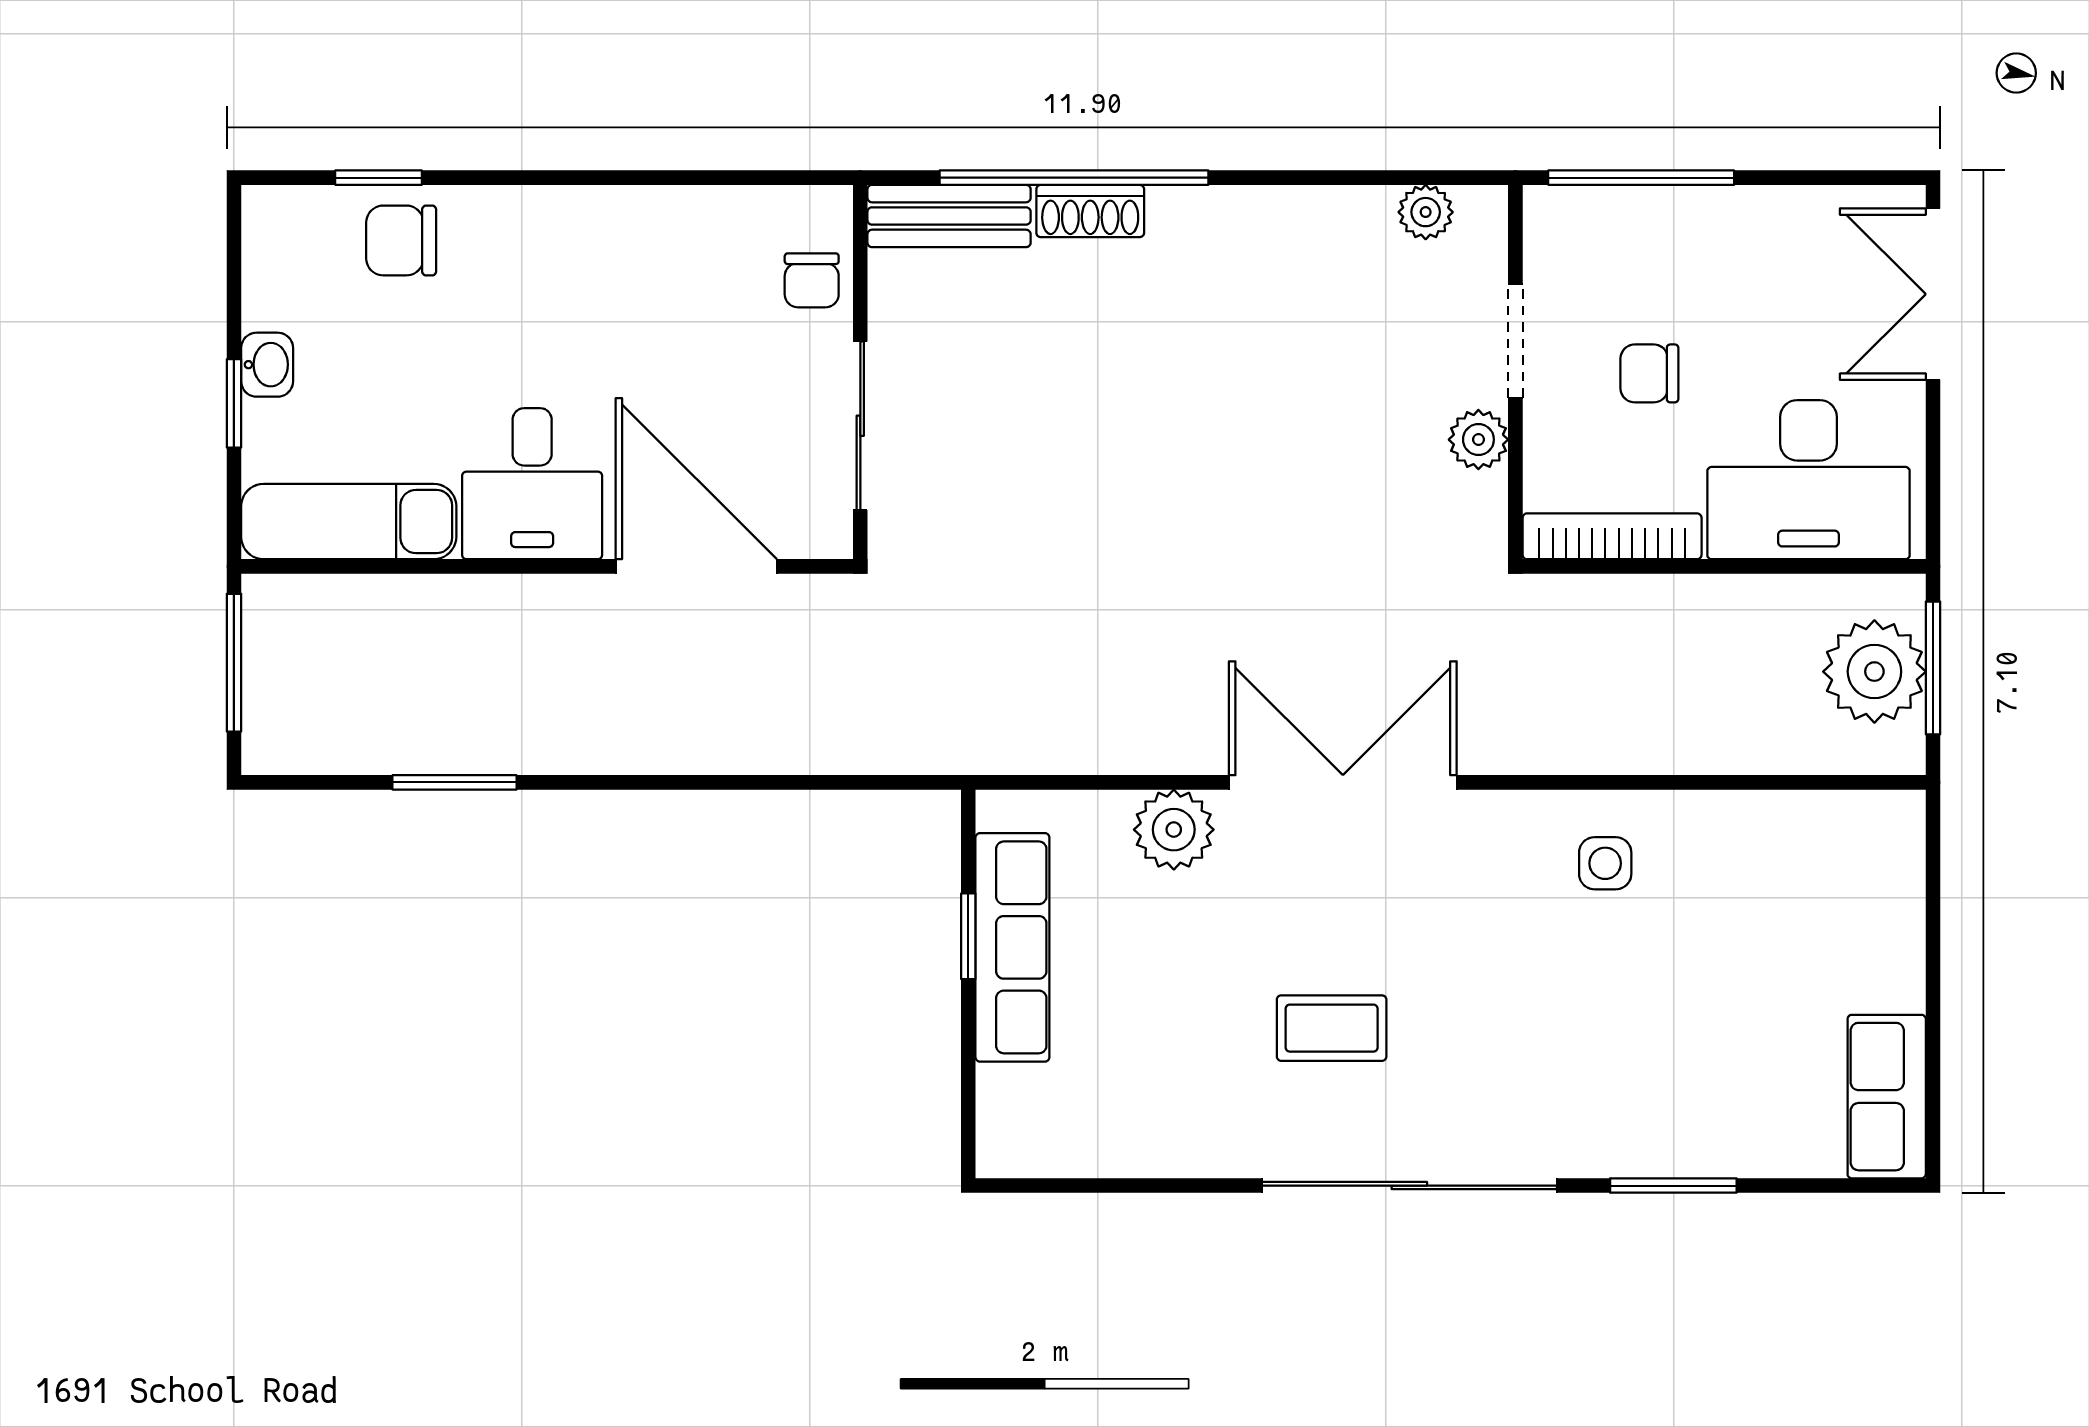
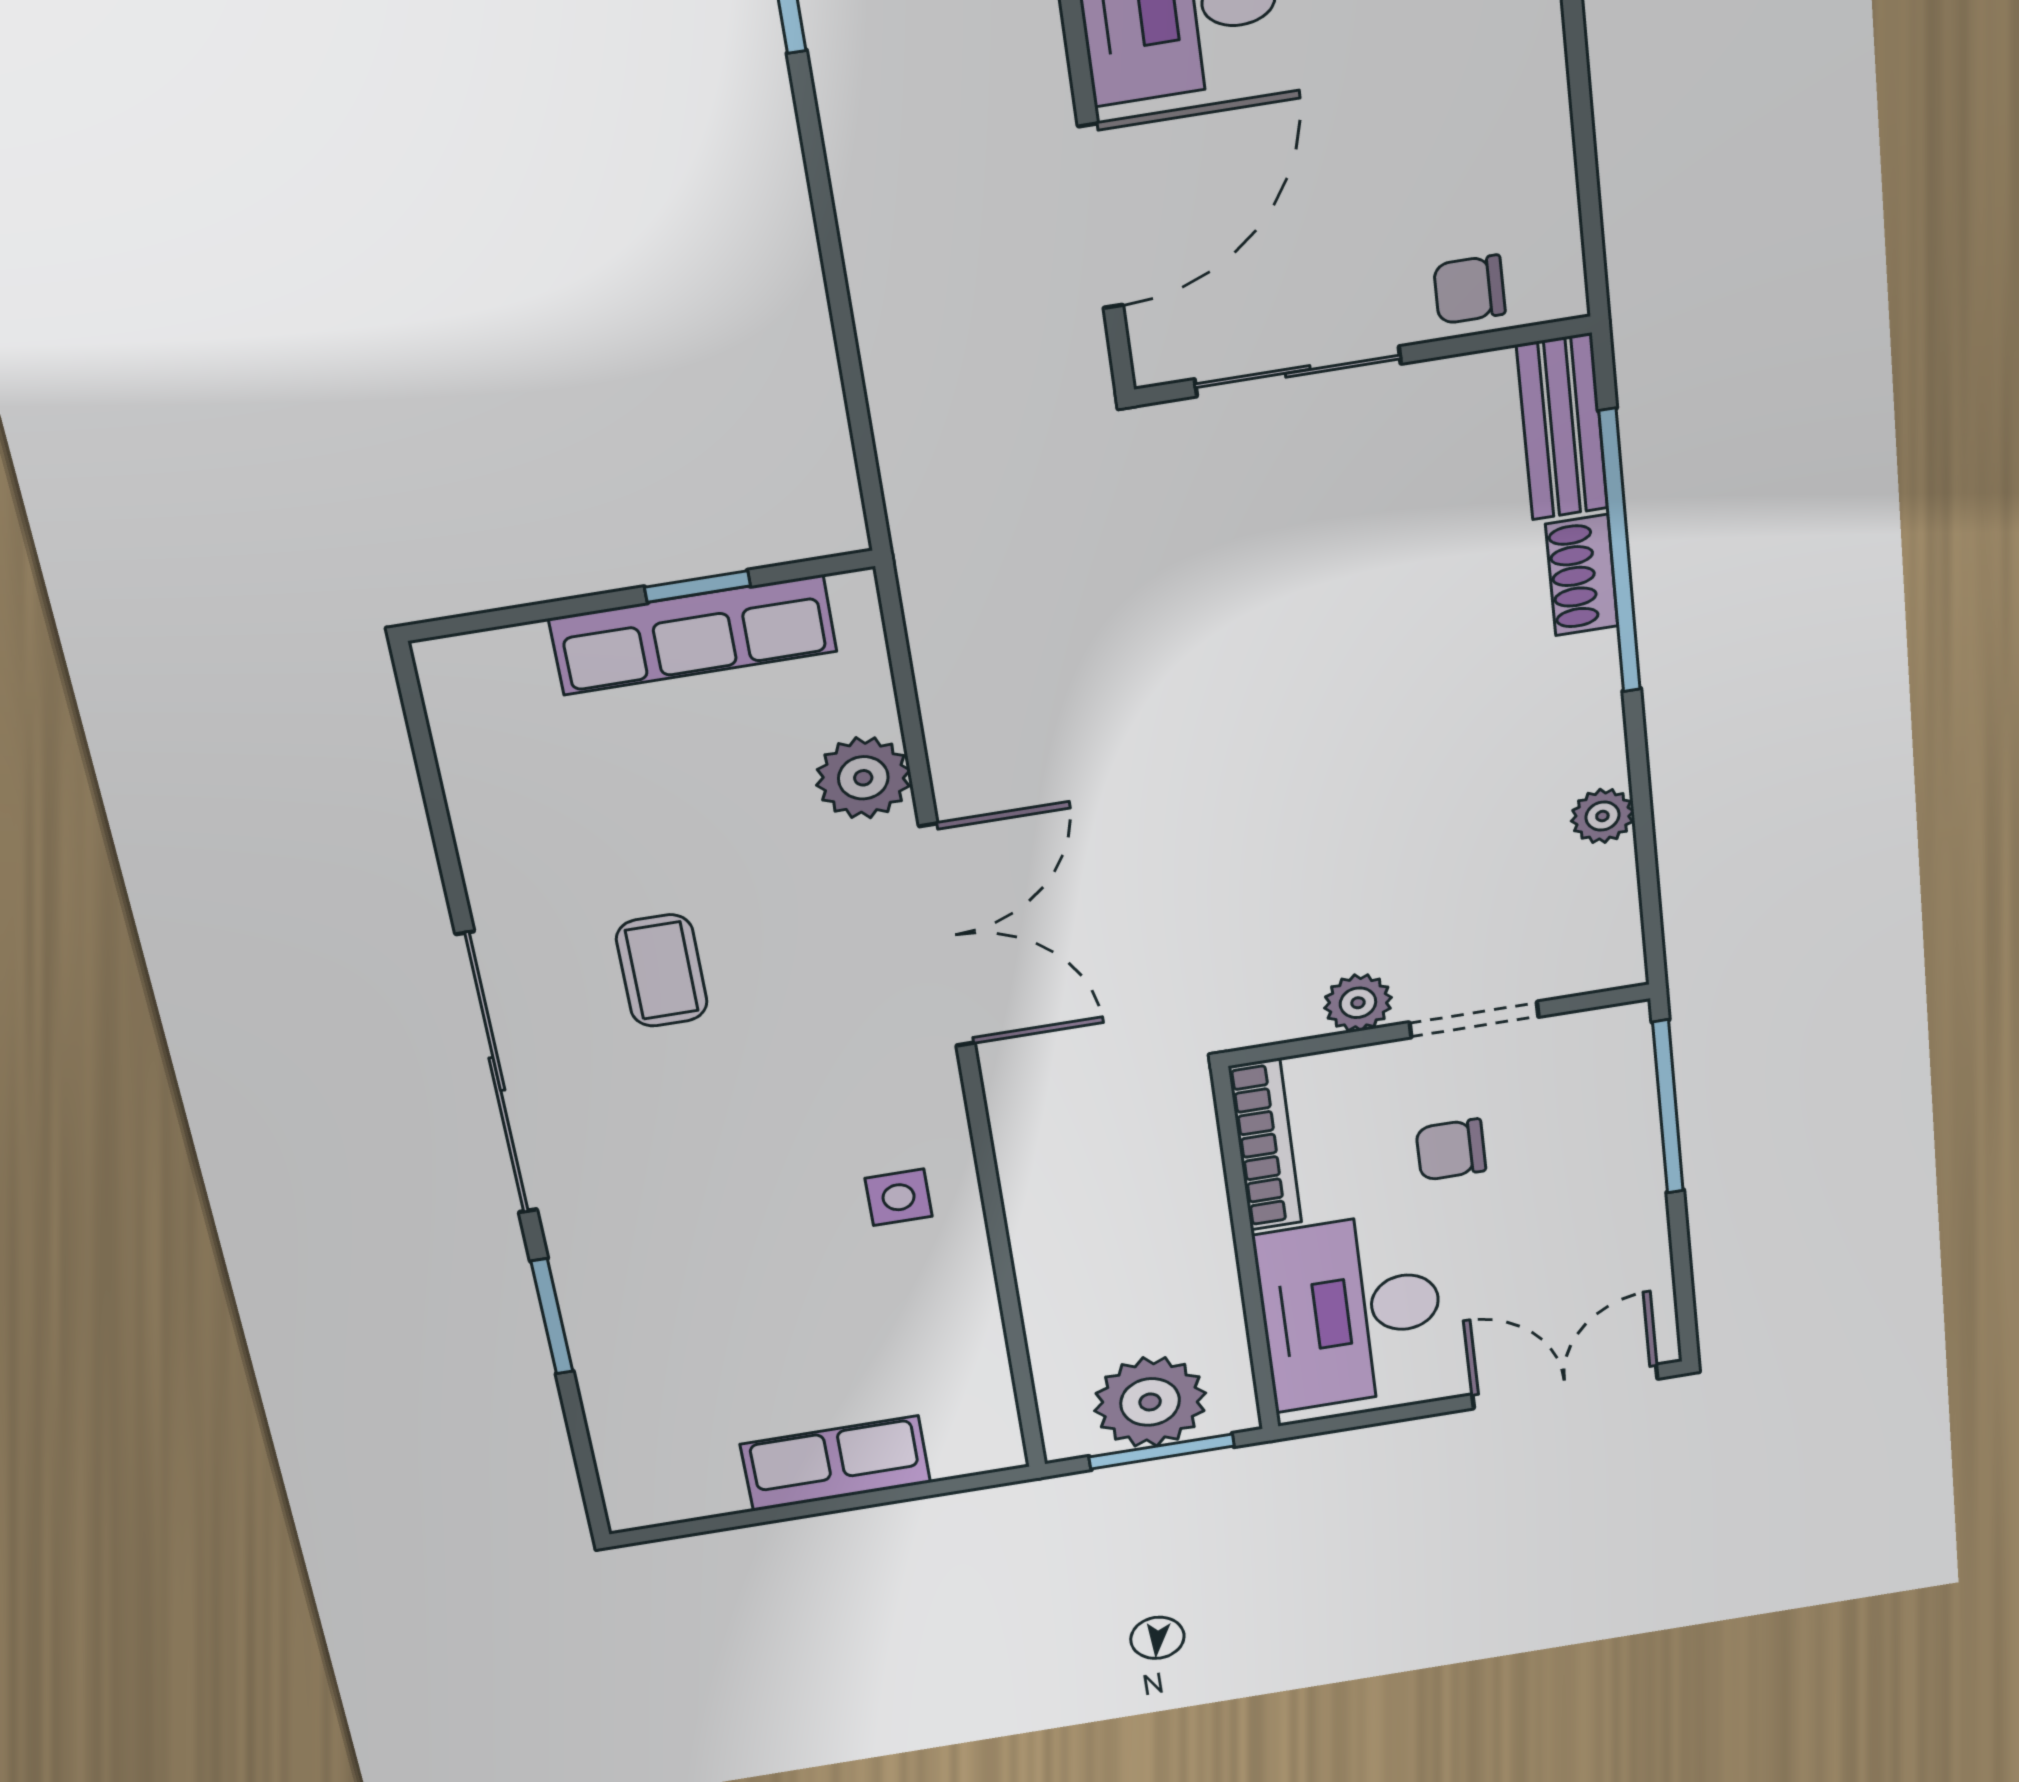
plant: (1426, 212) -> (1602, 816), moved
chair: (1649, 373) -> (1451, 1150), turned -90
row of seats: (1887, 1097) -> (835, 1463), moved

